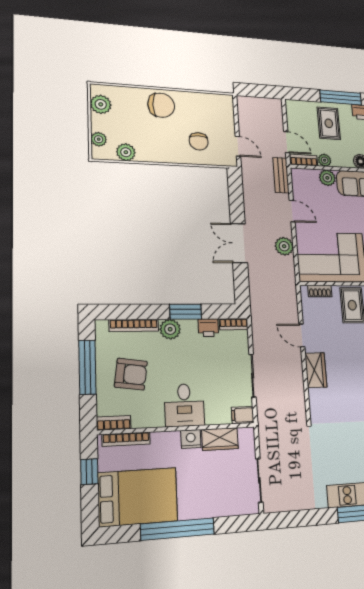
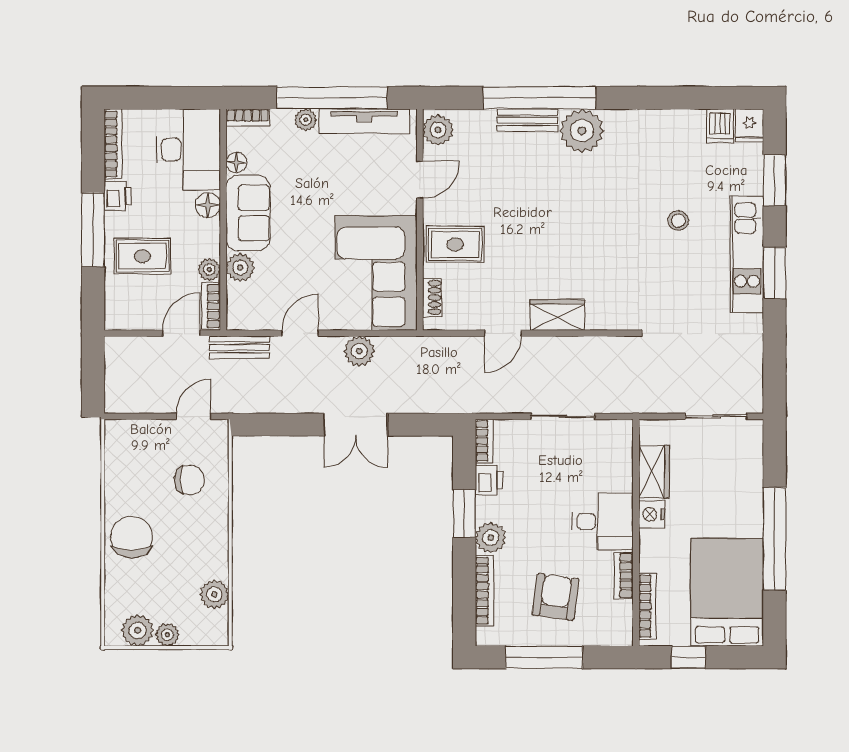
plant: (99, 139) -> (167, 635), moved
filing cabinet: (243, 415) -> (621, 435), removed
bookcase: (114, 423) -> (624, 576), moved

